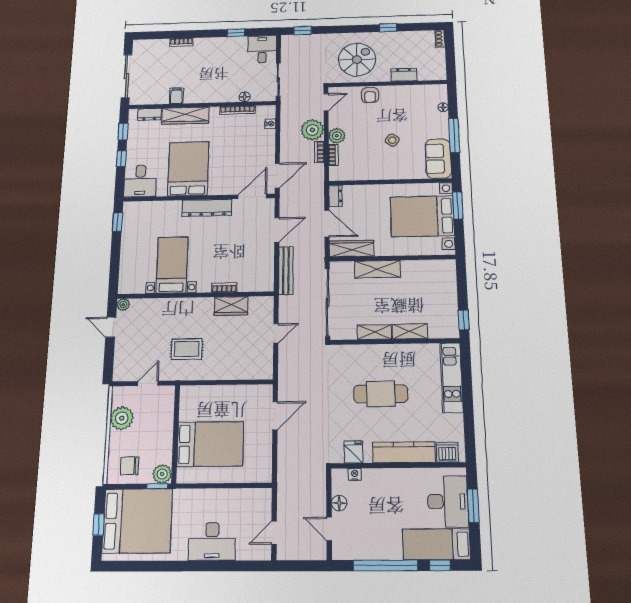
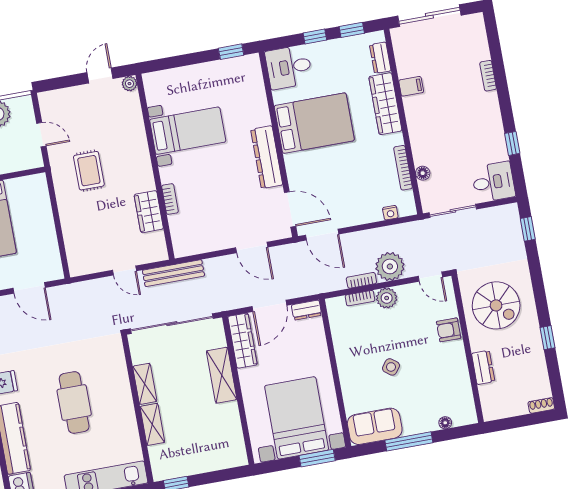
bench: (286, 271) -> (173, 273), moved

